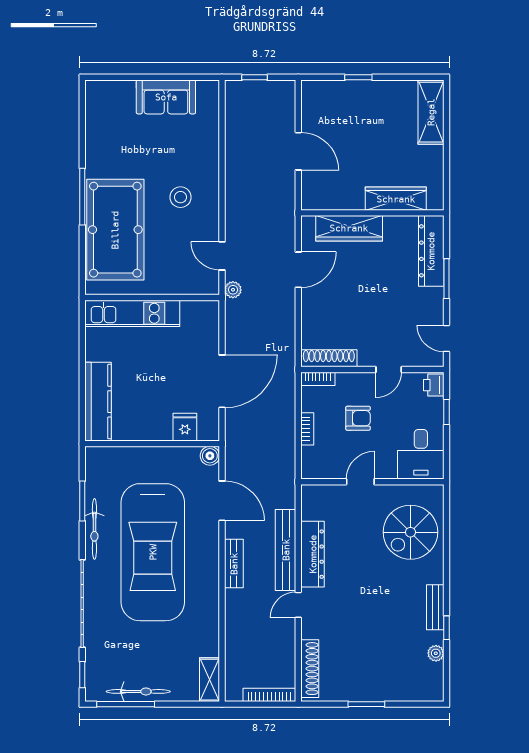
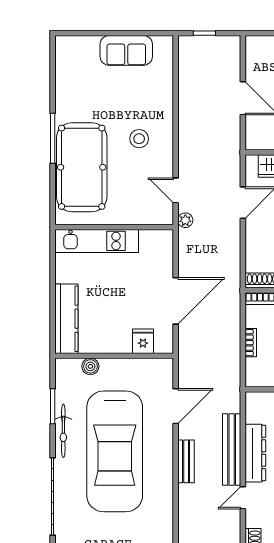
boiler: (210, 456) -> (90, 366), moved
door: (222, 501) -> (176, 406), hinge flipped

